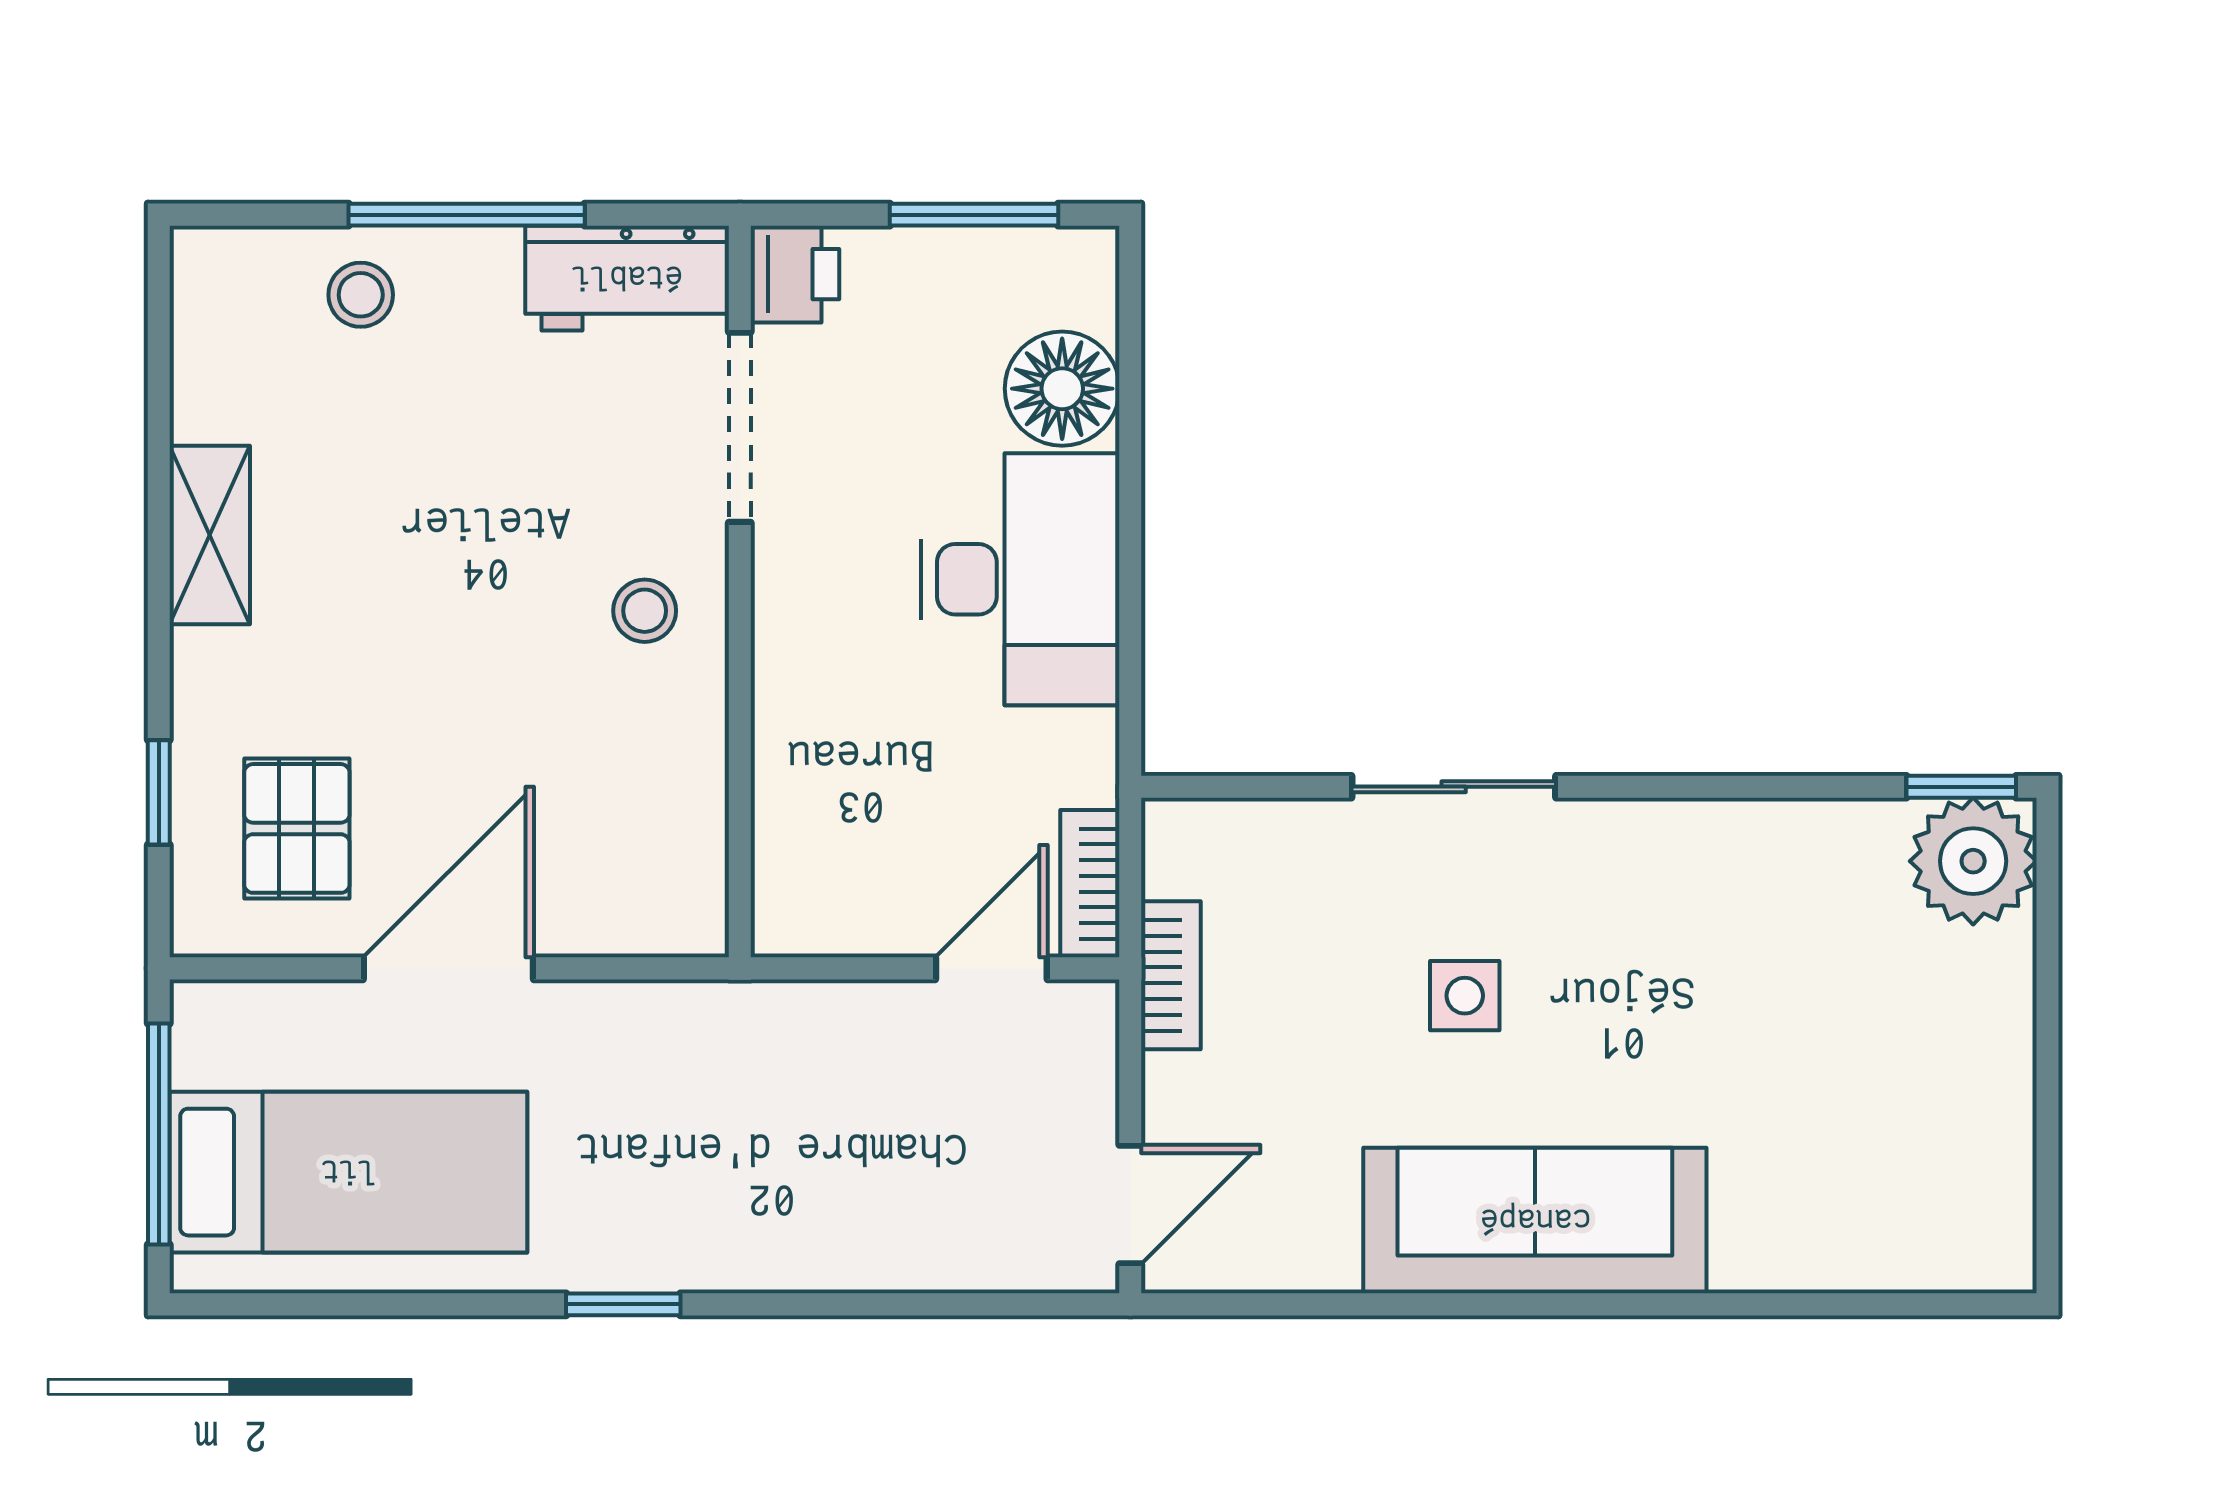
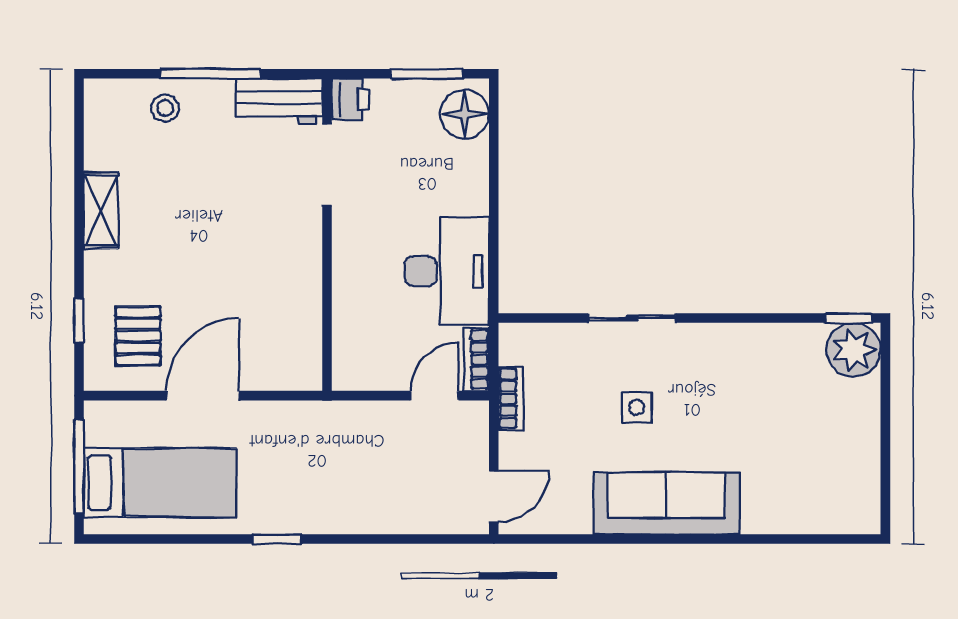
floor lamp: (1062, 389) -> (465, 114), moved
desk: (1020, 579) -> (447, 271), moved
stool: (645, 611) -> (286, 243), removed

